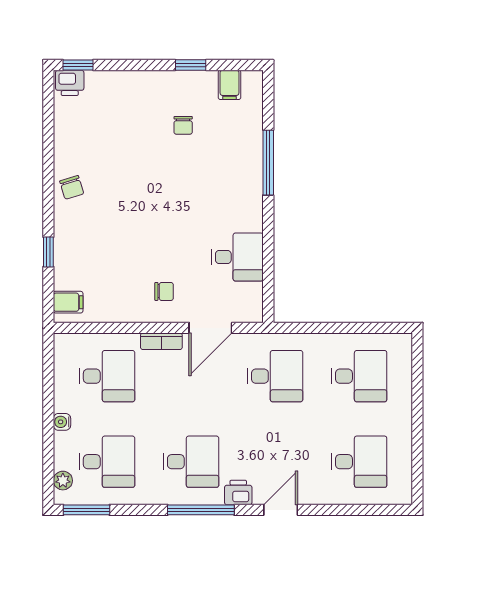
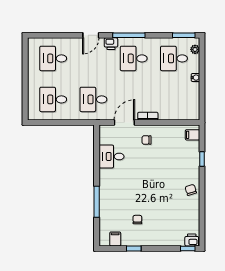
desk: (107, 376) -> (174, 99), removed

